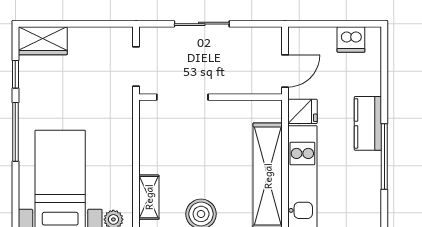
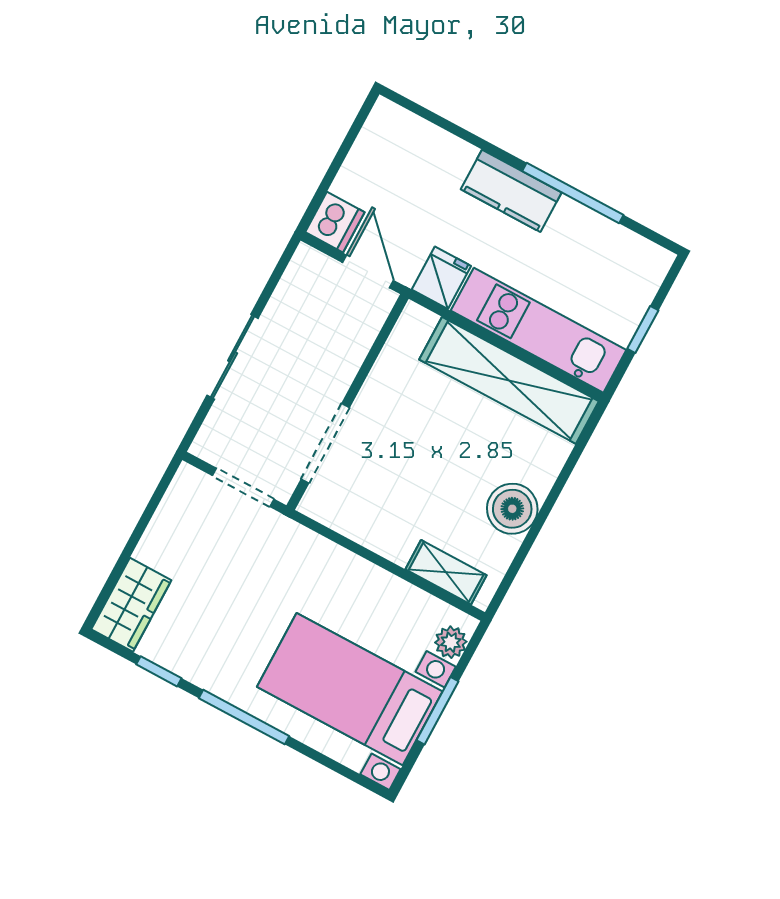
dishwasher: (351, 40) -> (335, 222), moved

